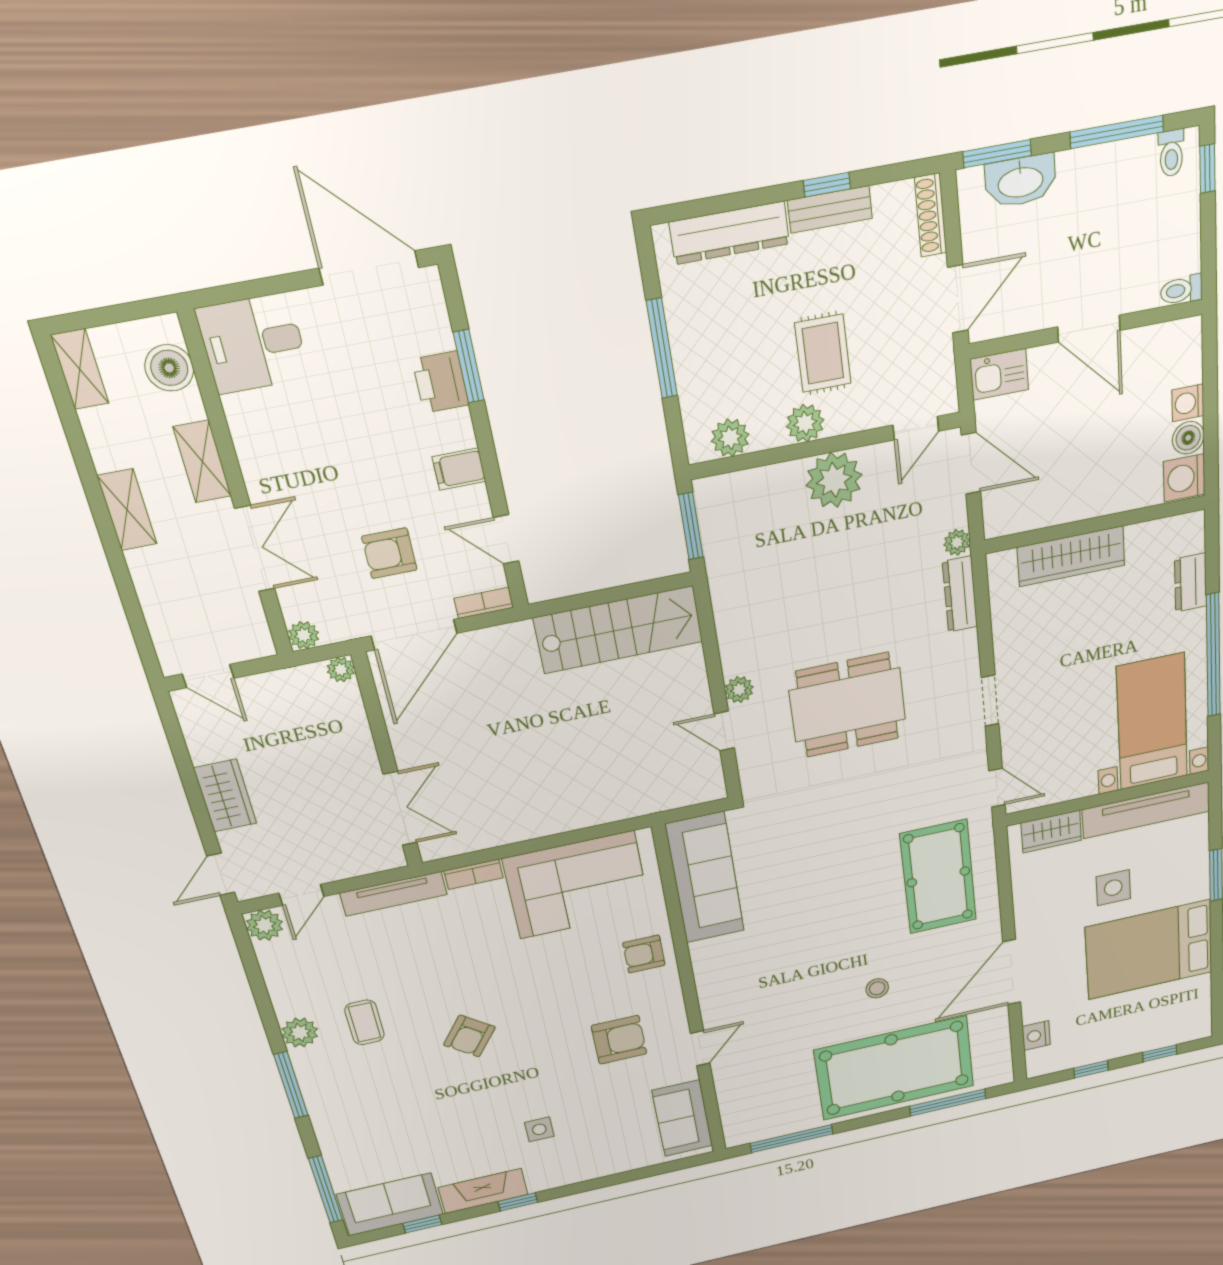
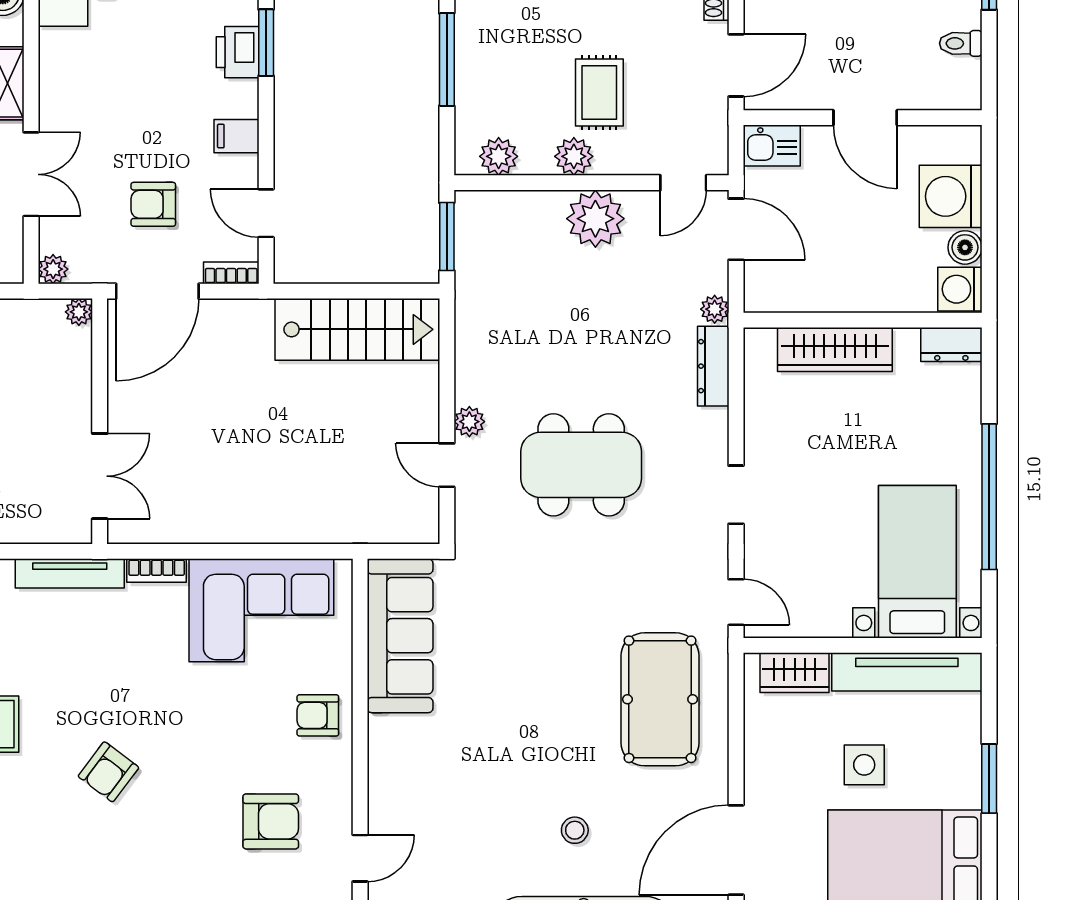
toilet: (1181, 290) -> (961, 43), moved
washing machine: (1188, 403) -> (951, 196), width x1.89, depth x1.89
dresser: (1191, 583) -> (951, 344), moved, turned -90

